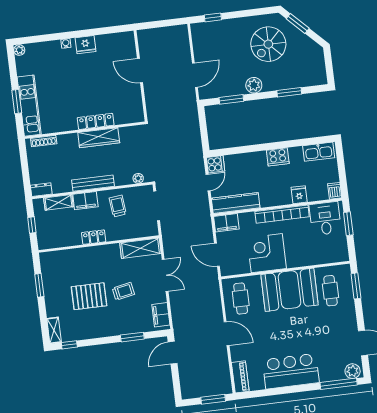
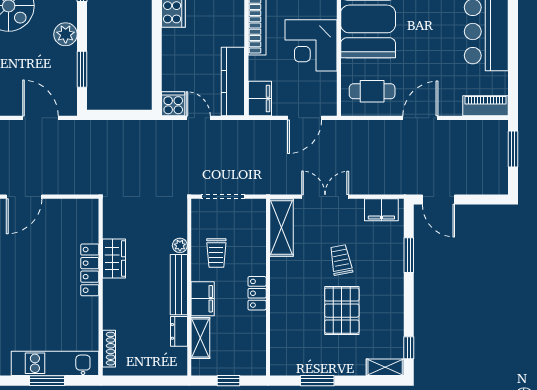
wardrobe: (99, 138) -> (114, 259), width x0.67
plant: (138, 178) -> (180, 245), moved
dresser: (41, 190) -> (179, 331), moved
trolley: (118, 206) -> (216, 253), turned -84

